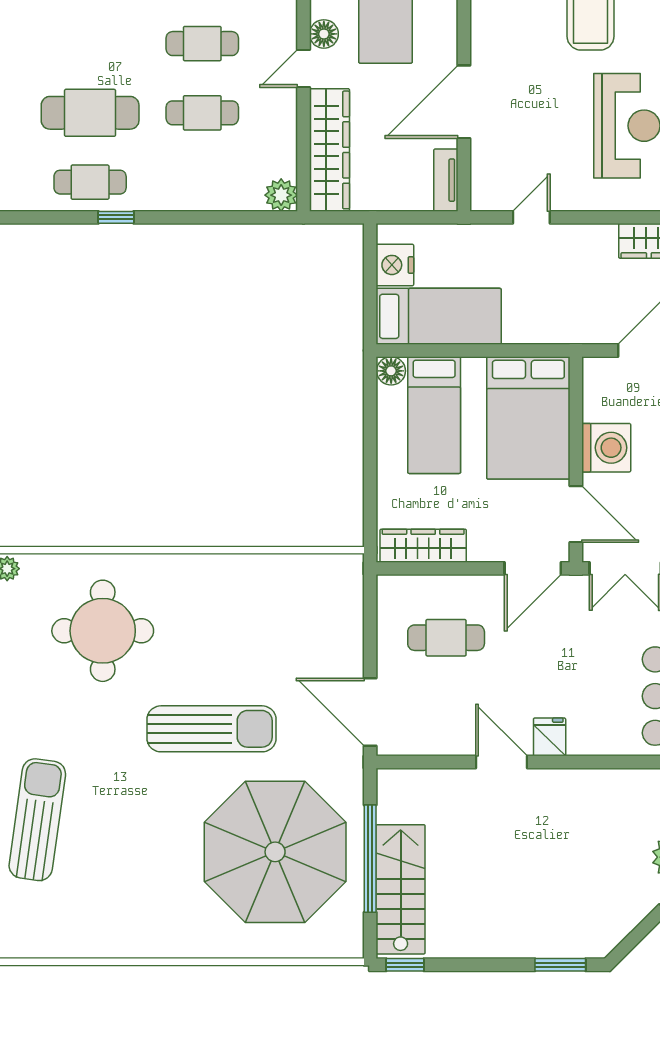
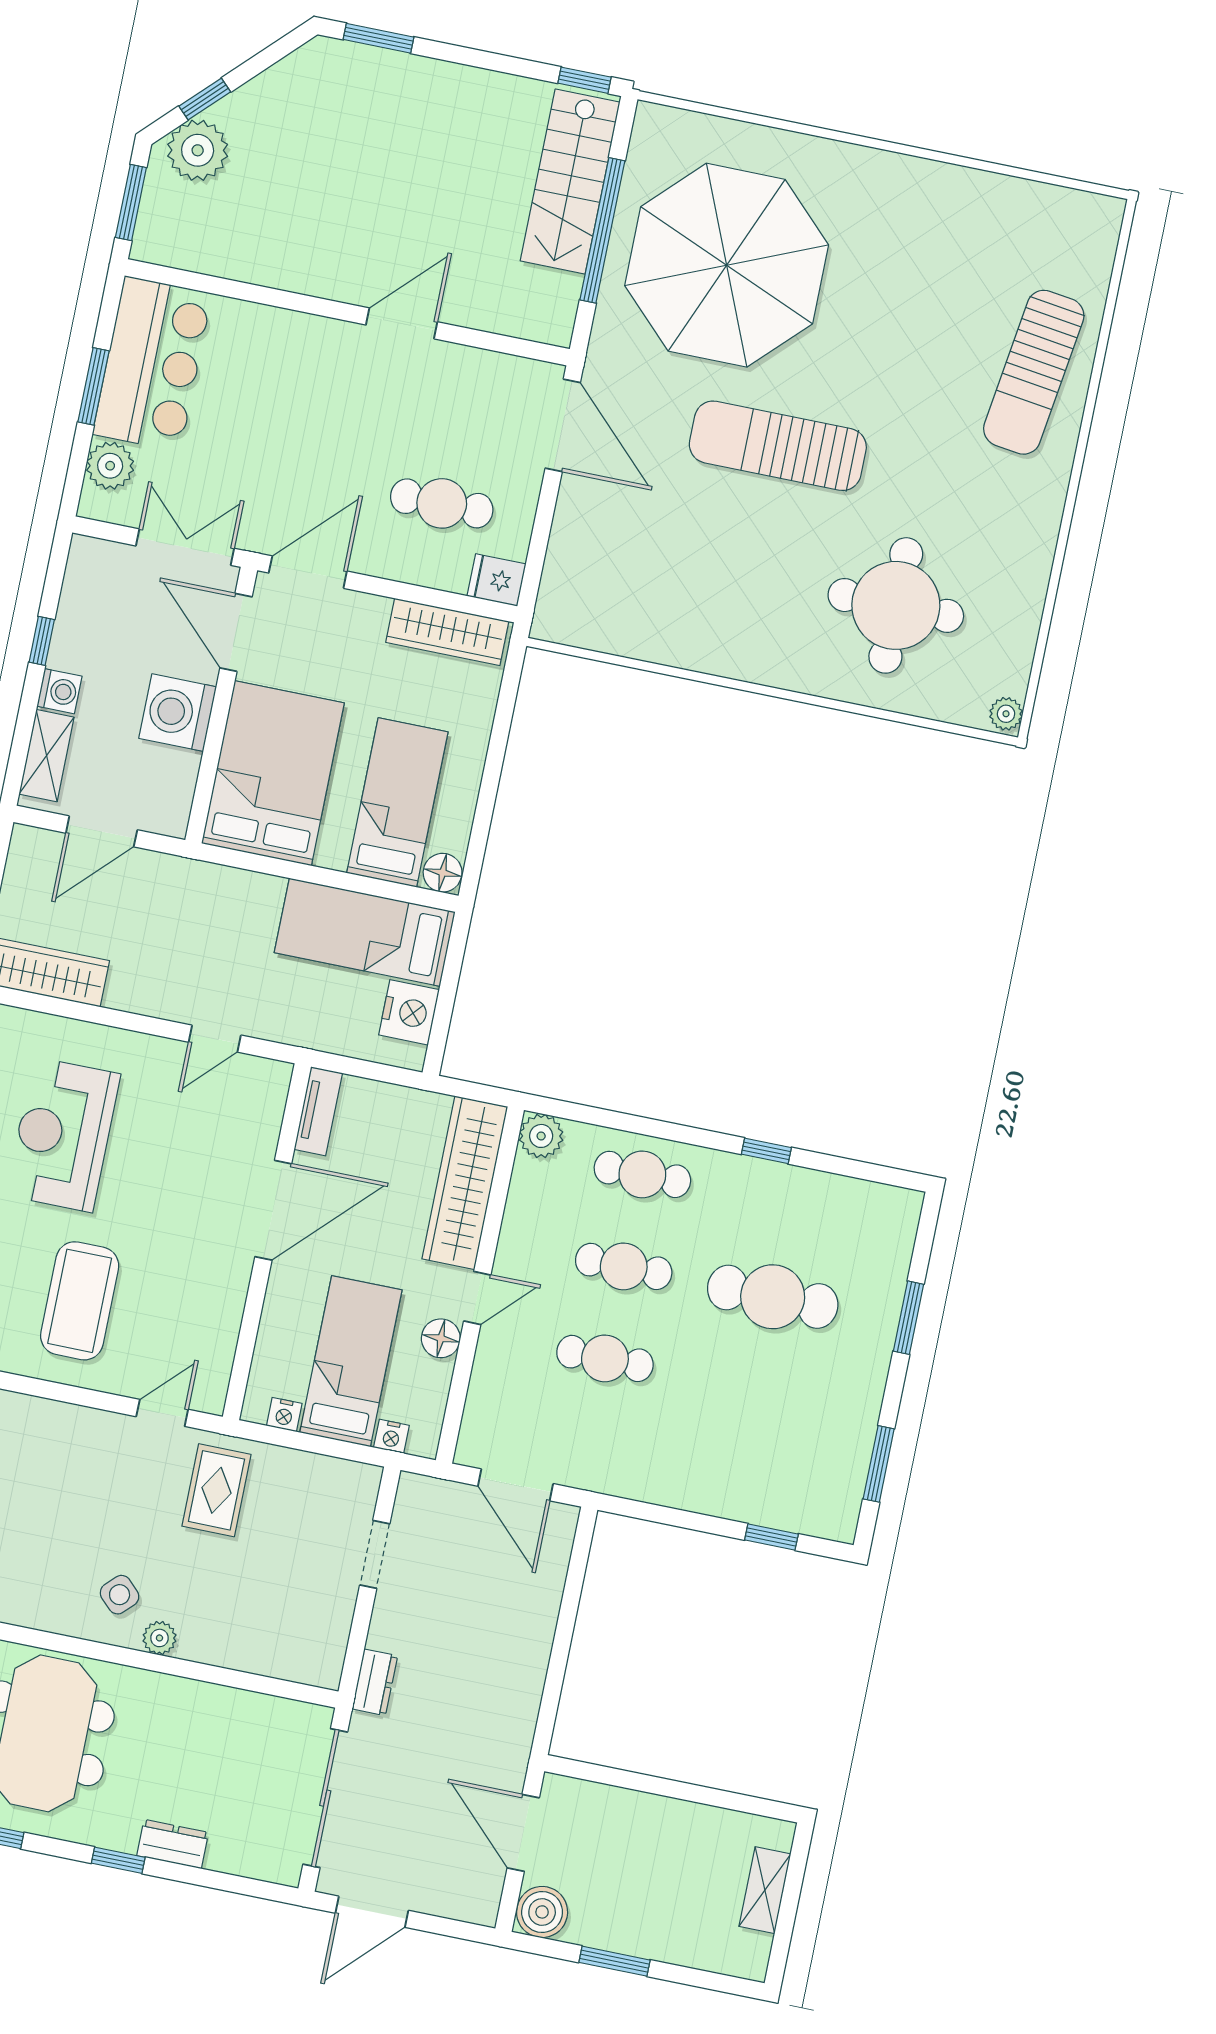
cafe table: (90, 182) -> (642, 1174), moved
fridge: (550, 737) -> (497, 580), moved, turned 90
door: (501, 762) -> (402, 323), swing flipped

